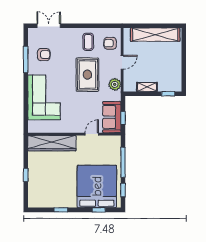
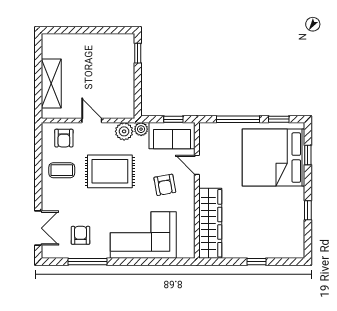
double door: (49, 26) -> (38, 228), swing flipped
shelving: (155, 35) -> (51, 84), width x0.68
shelving: (147, 87) -> (128, 84), removed
plant: (116, 96) -> (141, 129), added
armchair: (78, 112) -> (165, 185), added

